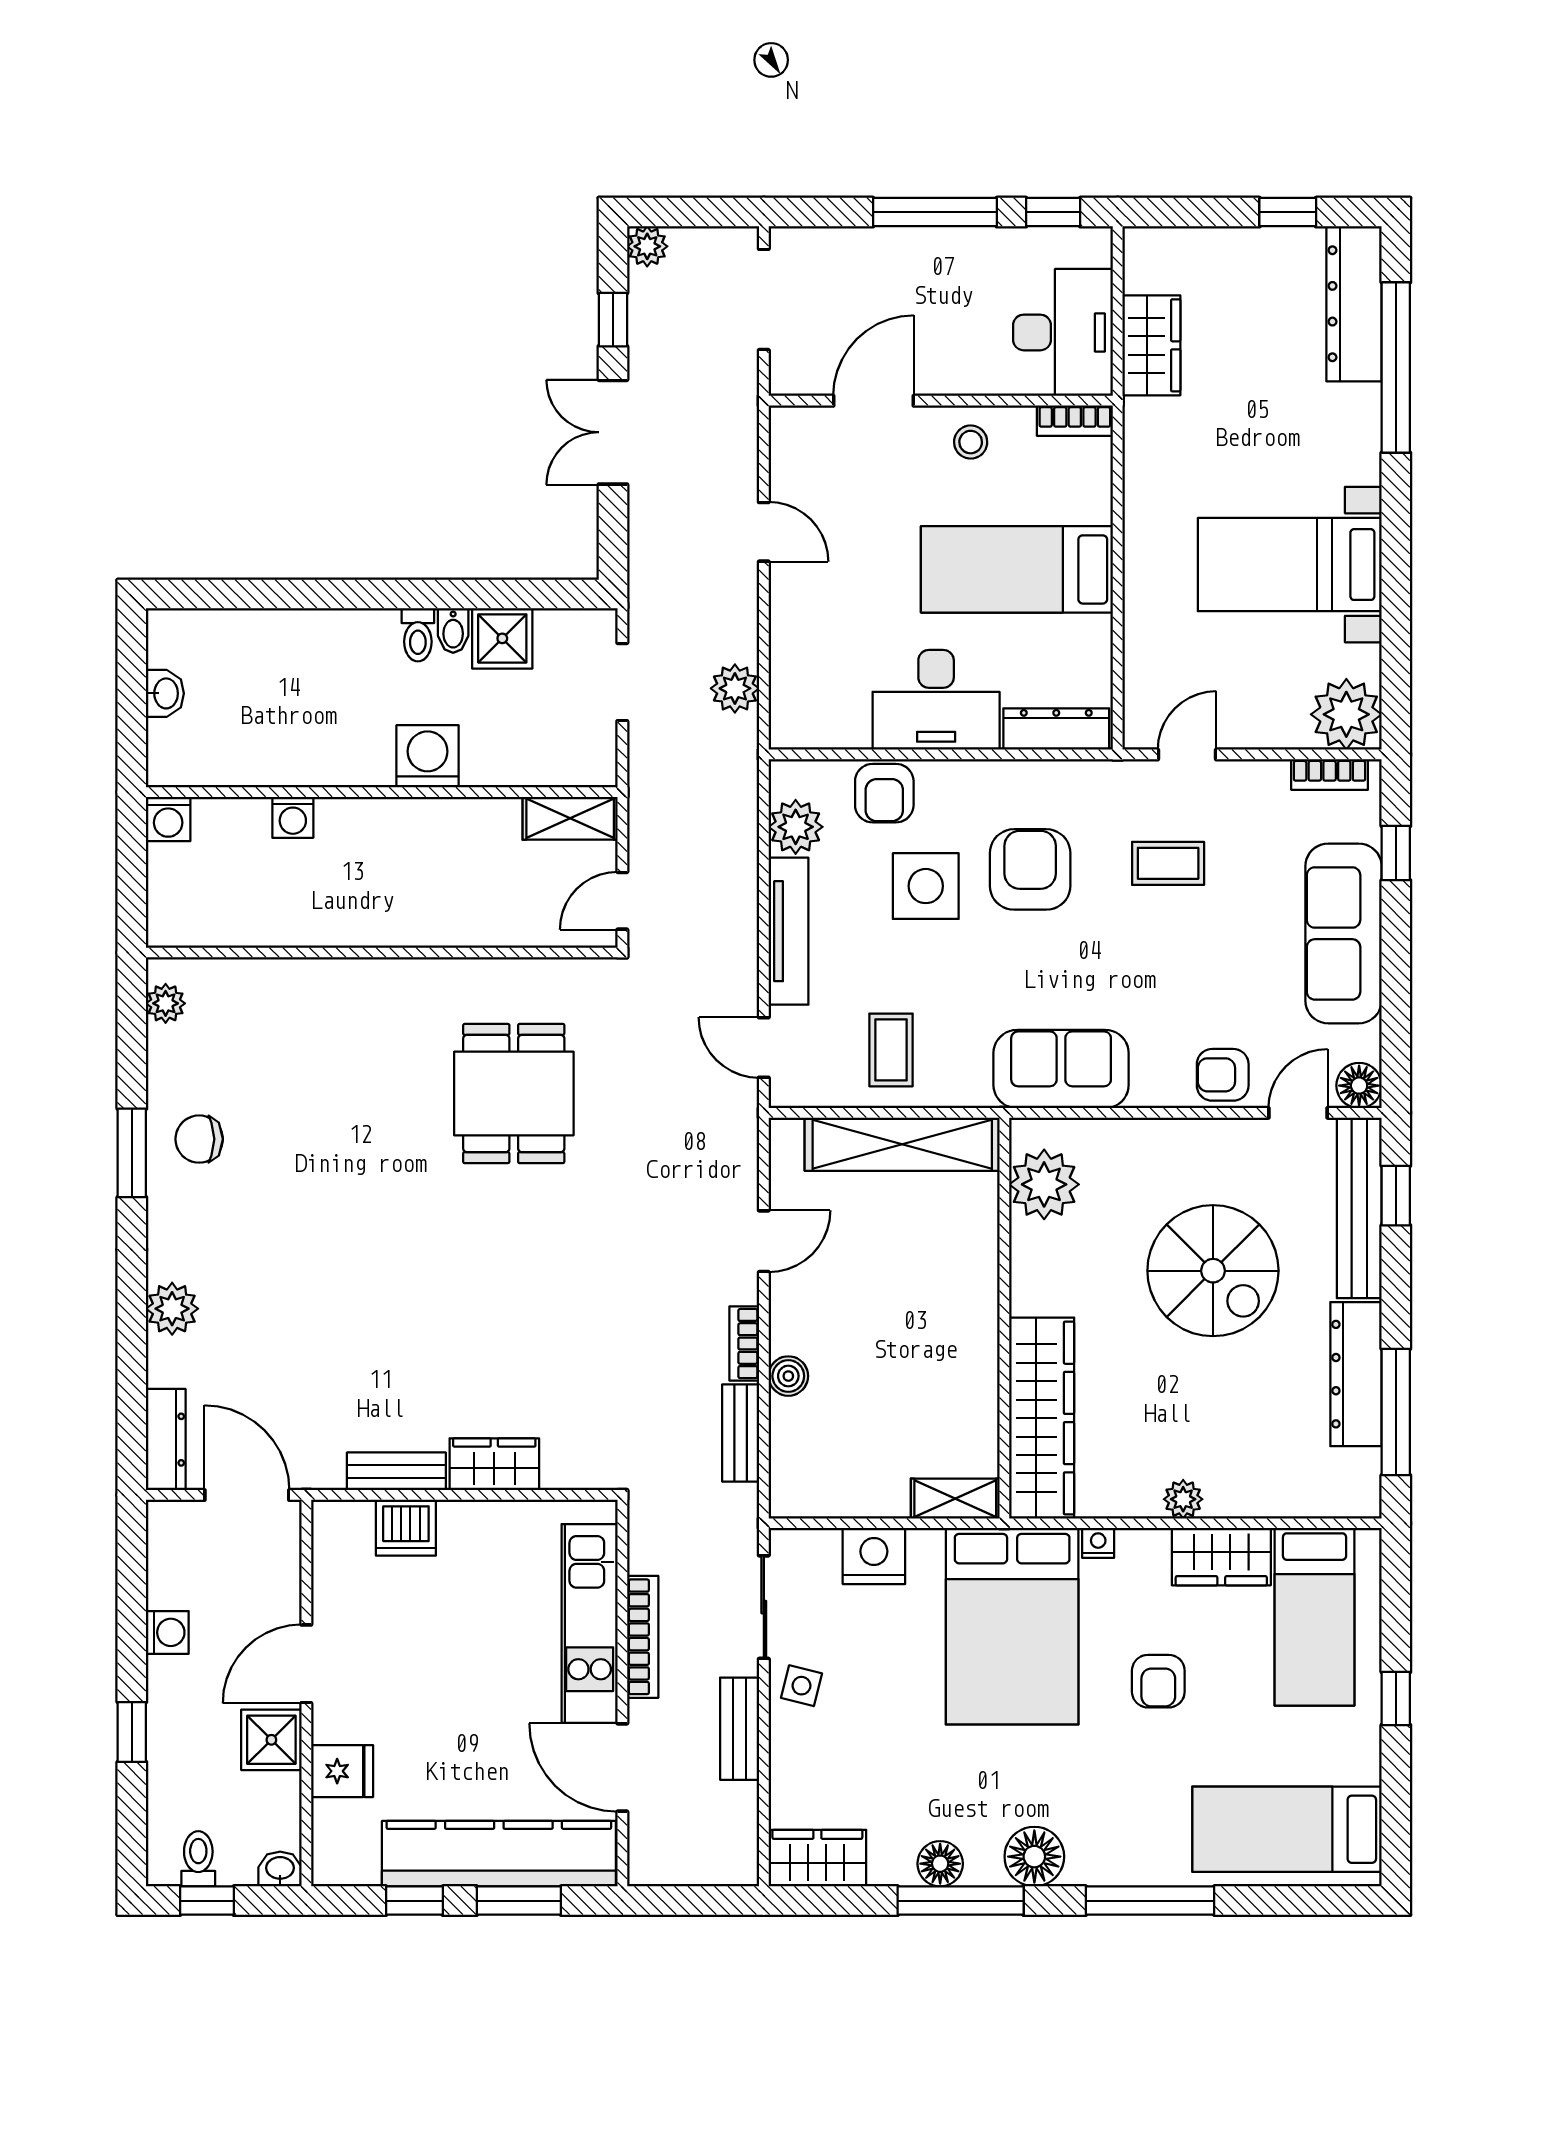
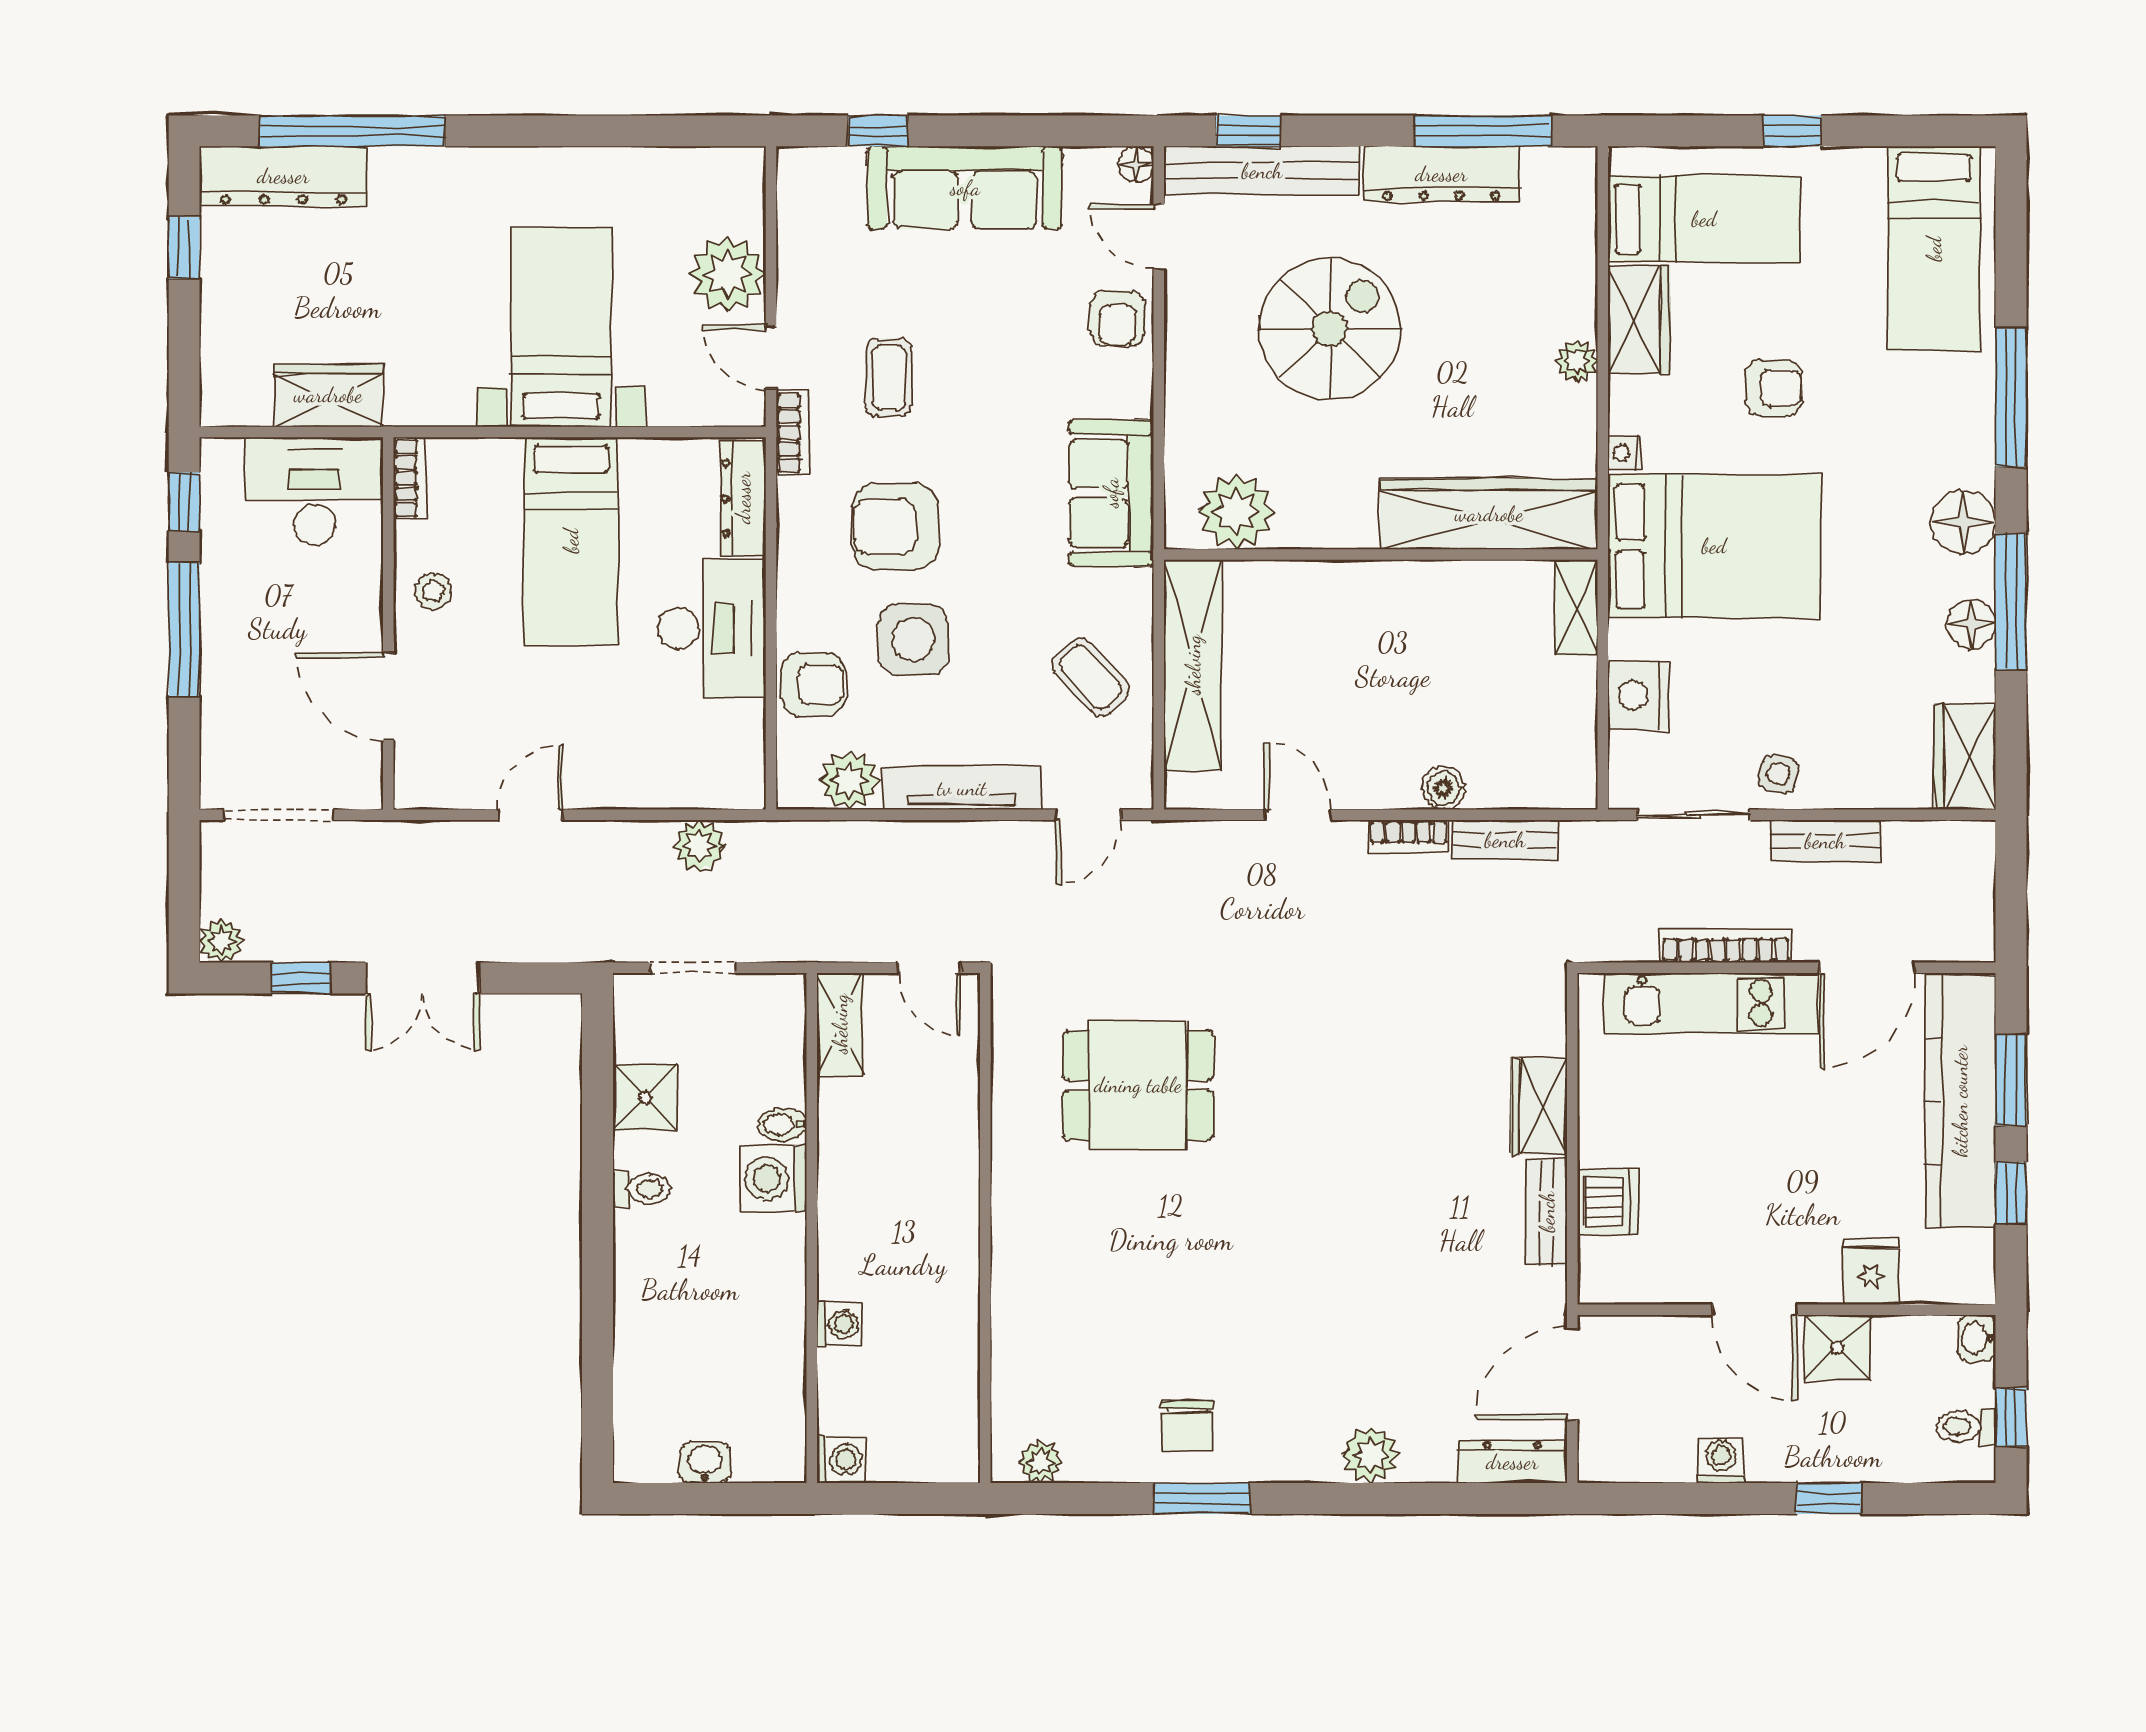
bed with nightstands: (1290, 565) -> (561, 327), moved, turned 180
bidet: (453, 631) -> (783, 1124), moved, turned 180
plant: (1346, 714) -> (728, 274), moved
bookcase: (1330, 775) -> (793, 433), moved
coffee table: (891, 1050) -> (1091, 677), turned 47
floor lamp: (1359, 1086) -> (1136, 164), width x0.73, depth x0.73

